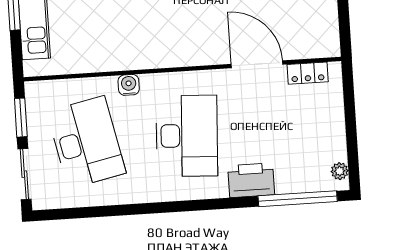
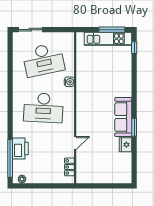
door: (257, 64) -> (75, 143), width x0.53
window: (21, 118) -> (57, 30), removed
printer: (251, 180) -> (20, 149), moved

